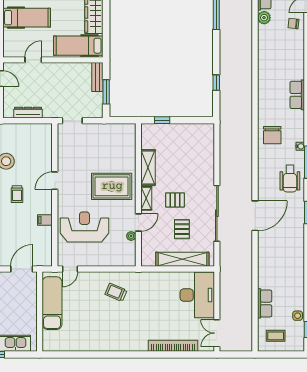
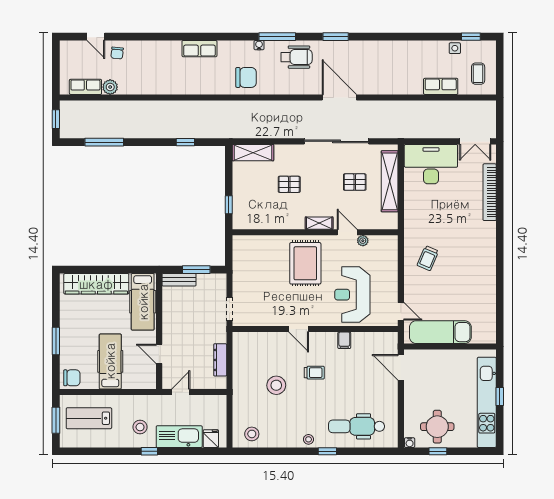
shelving: (148, 168) -> (253, 153), moved
pallet: (175, 200) -> (289, 184), moved, turned 90

